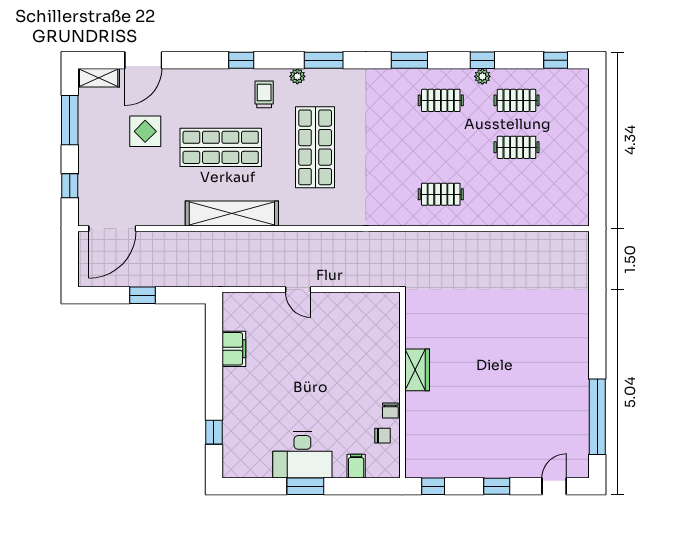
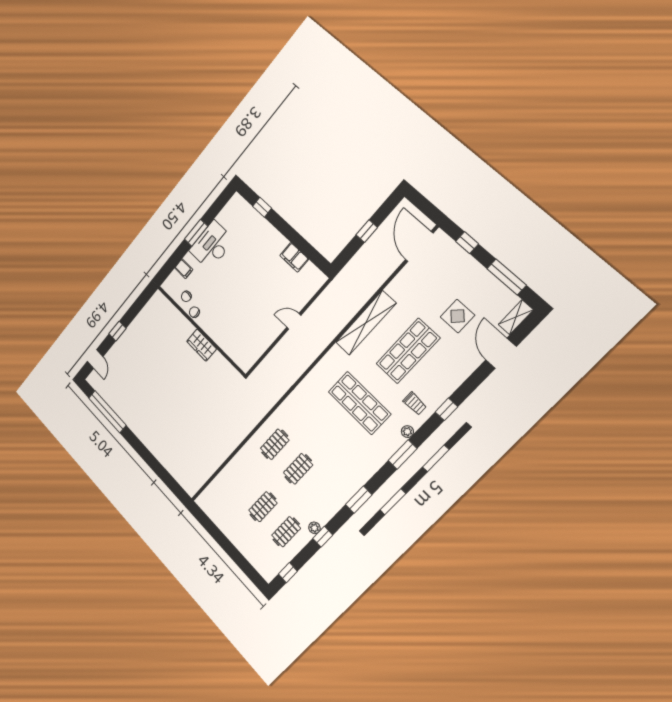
clothes rail: (441, 100) -> (298, 469), moved
window: (433, 486) -> (143, 299), removed

